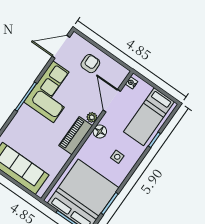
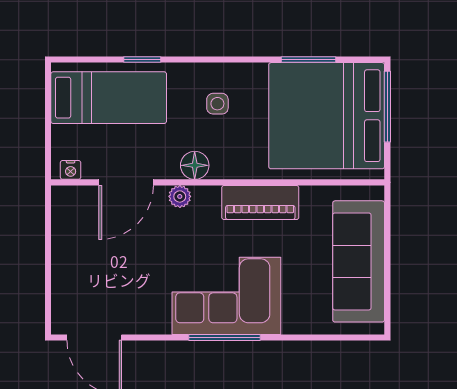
armchair: (90, 64) -> (88, 265), removed
corner sofa: (53, 92) -> (226, 296), moved
piano: (76, 136) -> (260, 203), moved

